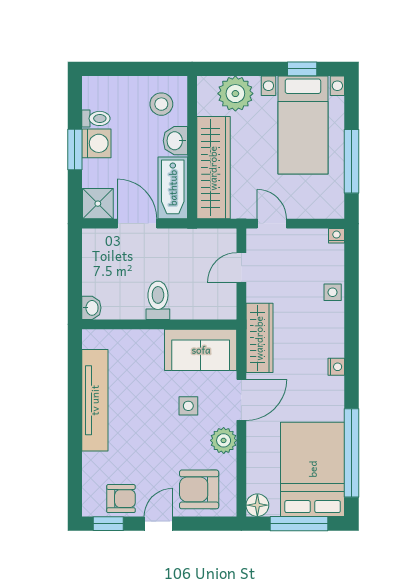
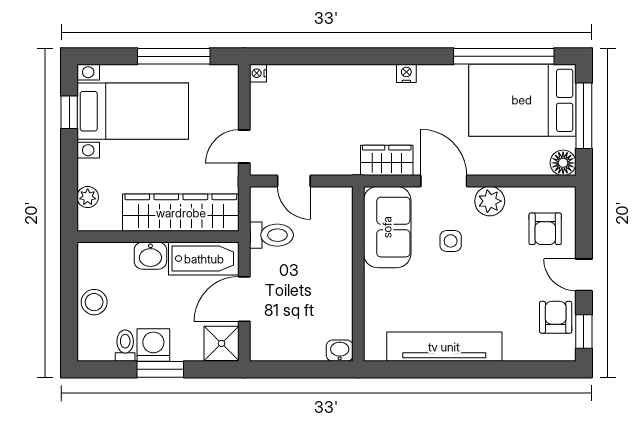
plant: (235, 94) -> (88, 197), width x0.53, depth x0.53
stool: (161, 104) -> (94, 302), moved
side table: (333, 292) -> (322, 78), removed
toilet: (158, 300) -> (271, 235), moved, turned 180
wardrobe: (259, 338) -> (387, 160), width x0.67
armchair: (199, 489) -> (545, 229), width x0.72, depth x0.72

